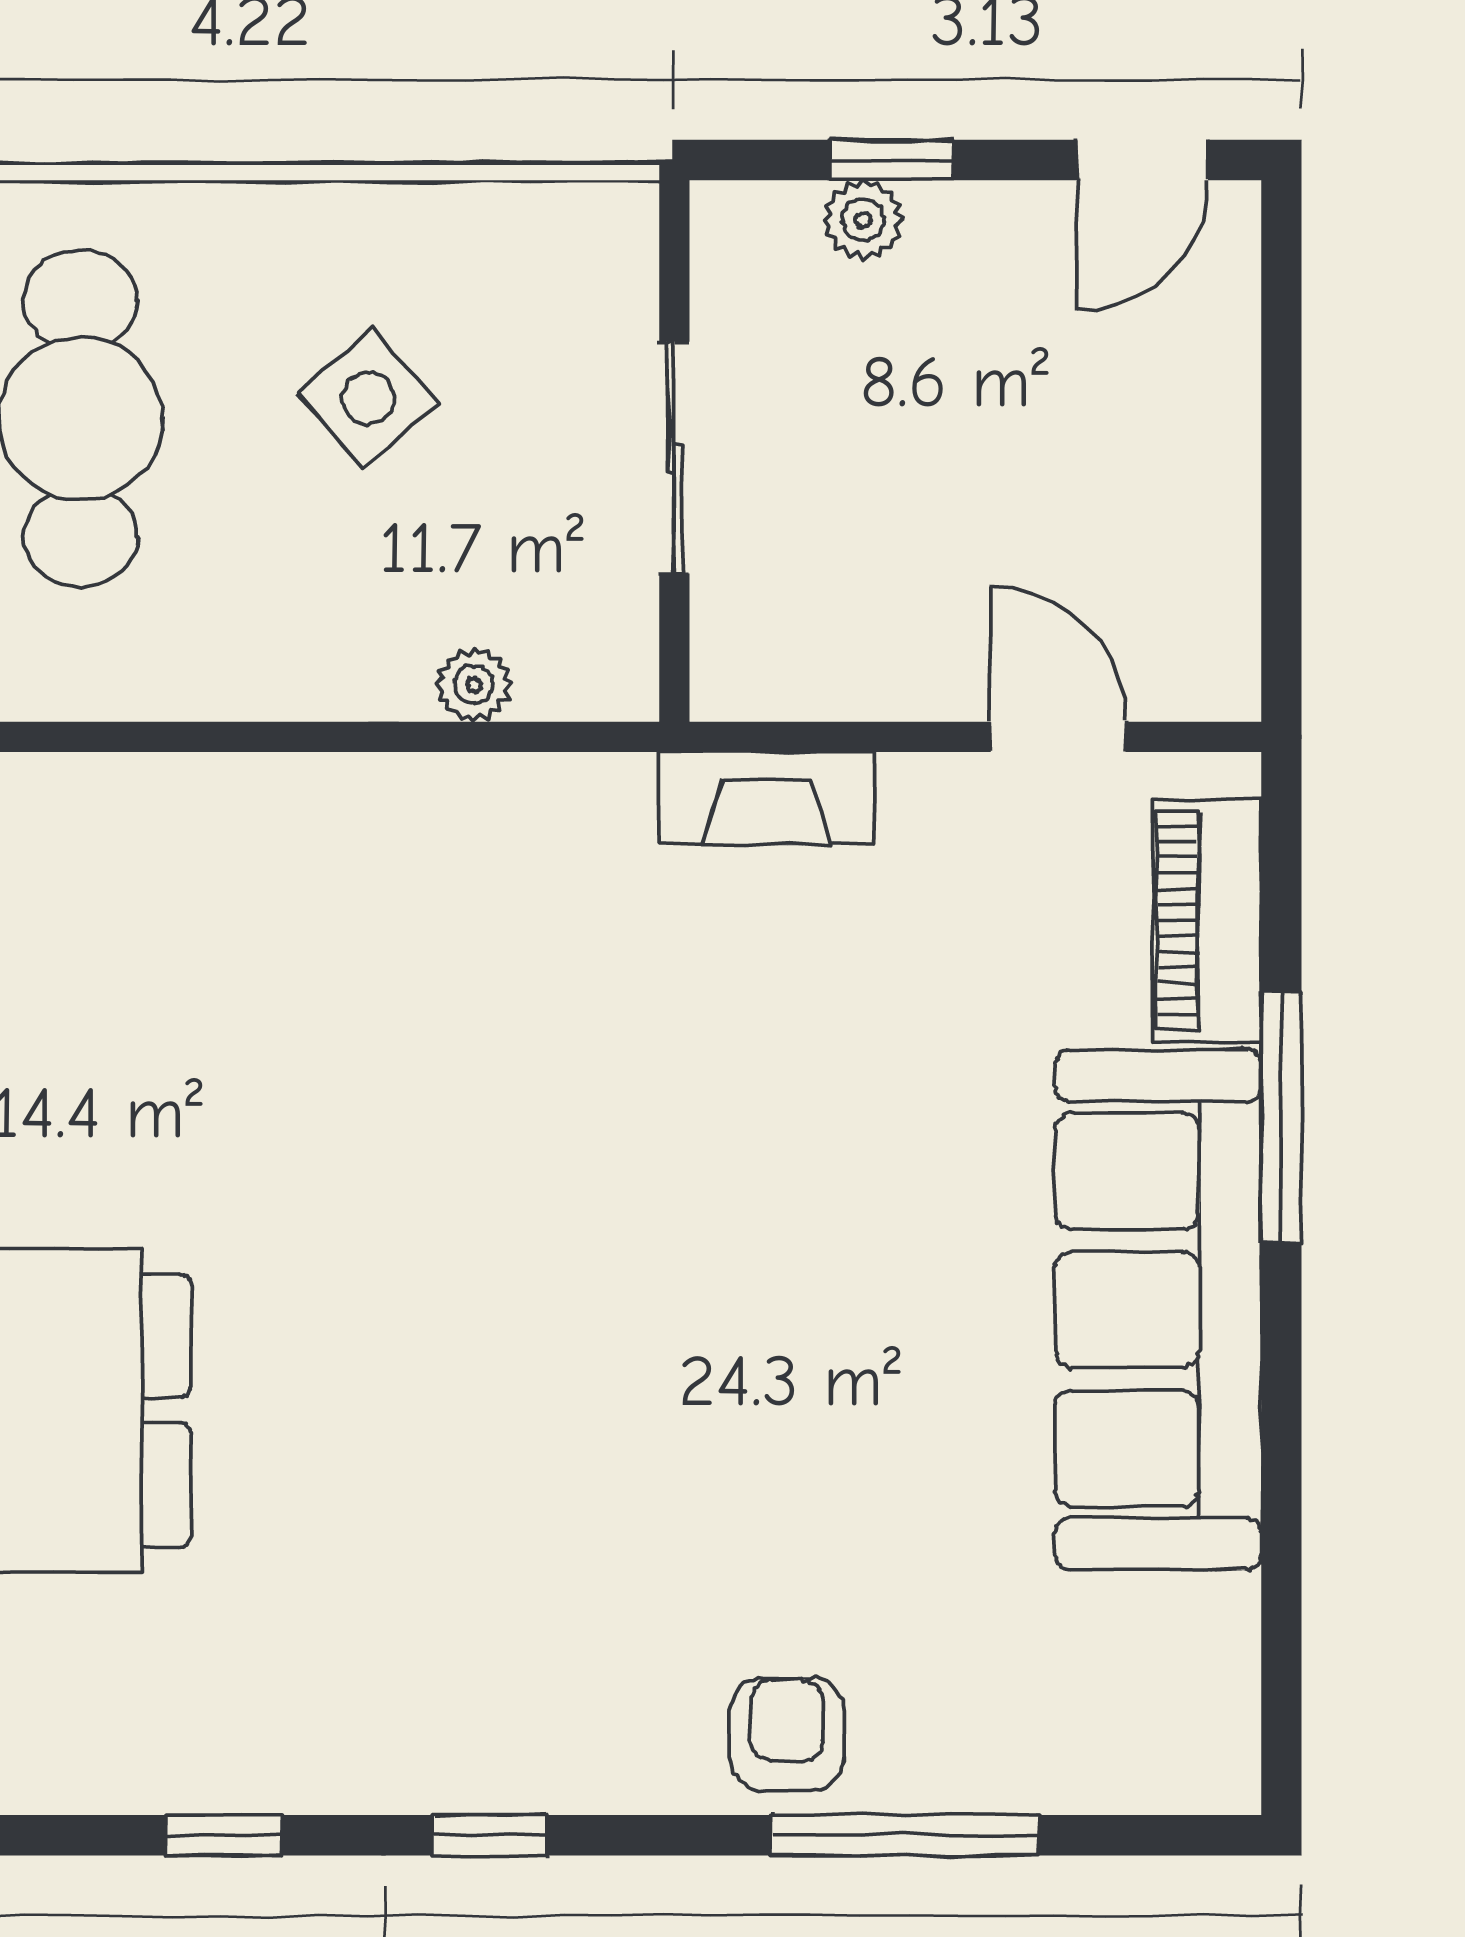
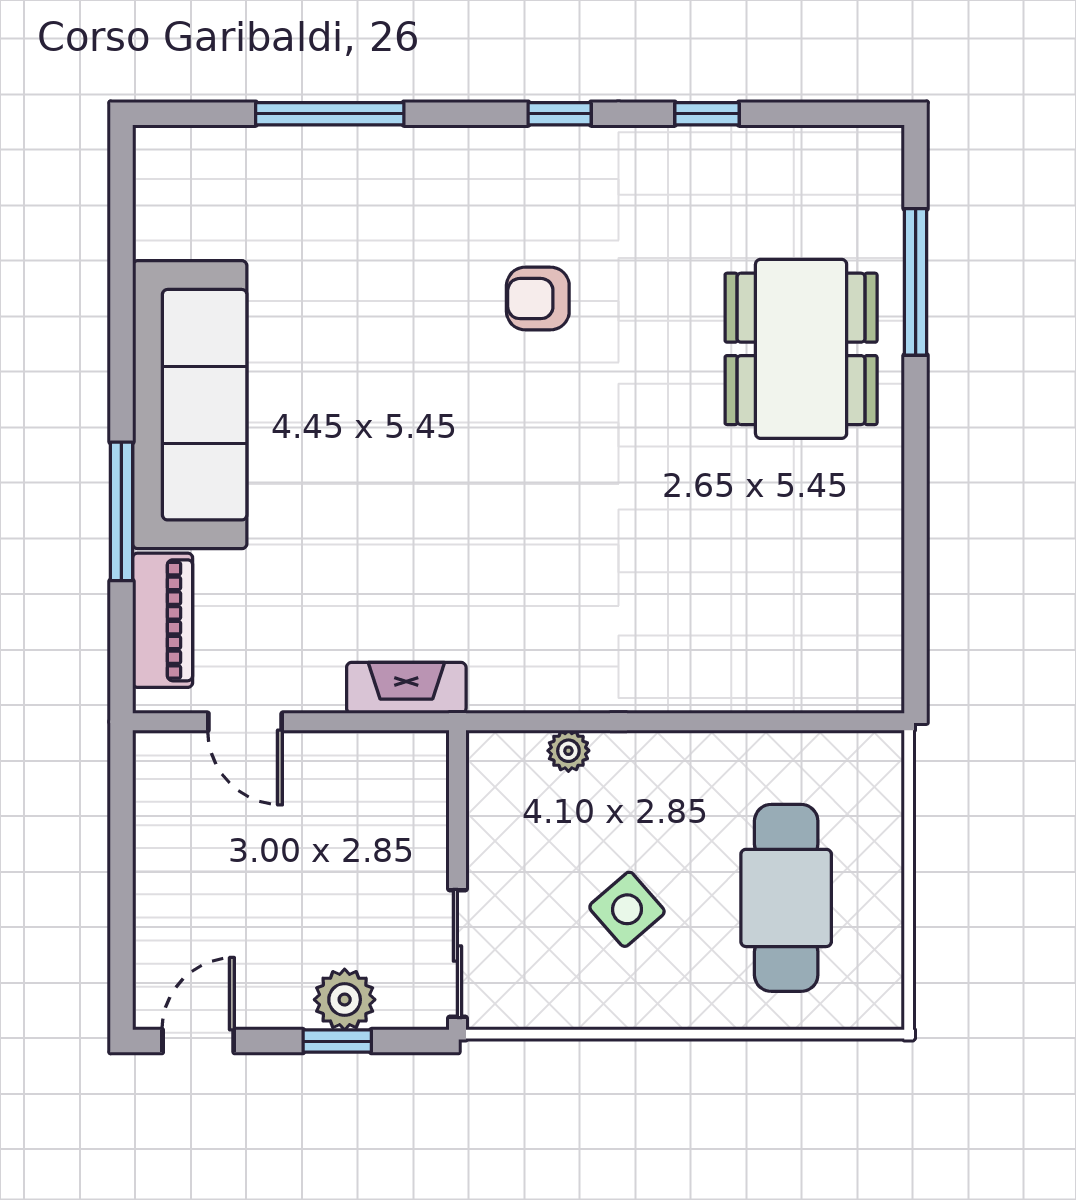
plant: (863, 220) -> (345, 1000), width x1.38, depth x1.38
sliding door: (674, 458) -> (457, 953), moved
armchair: (787, 1734) -> (538, 299), moved, turned 90

